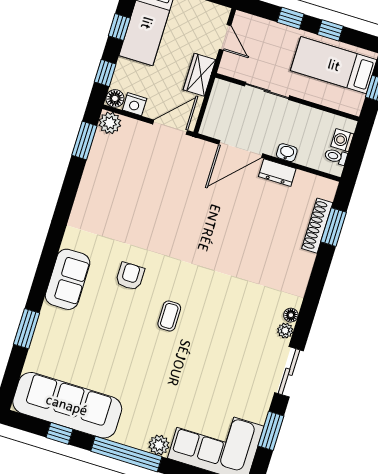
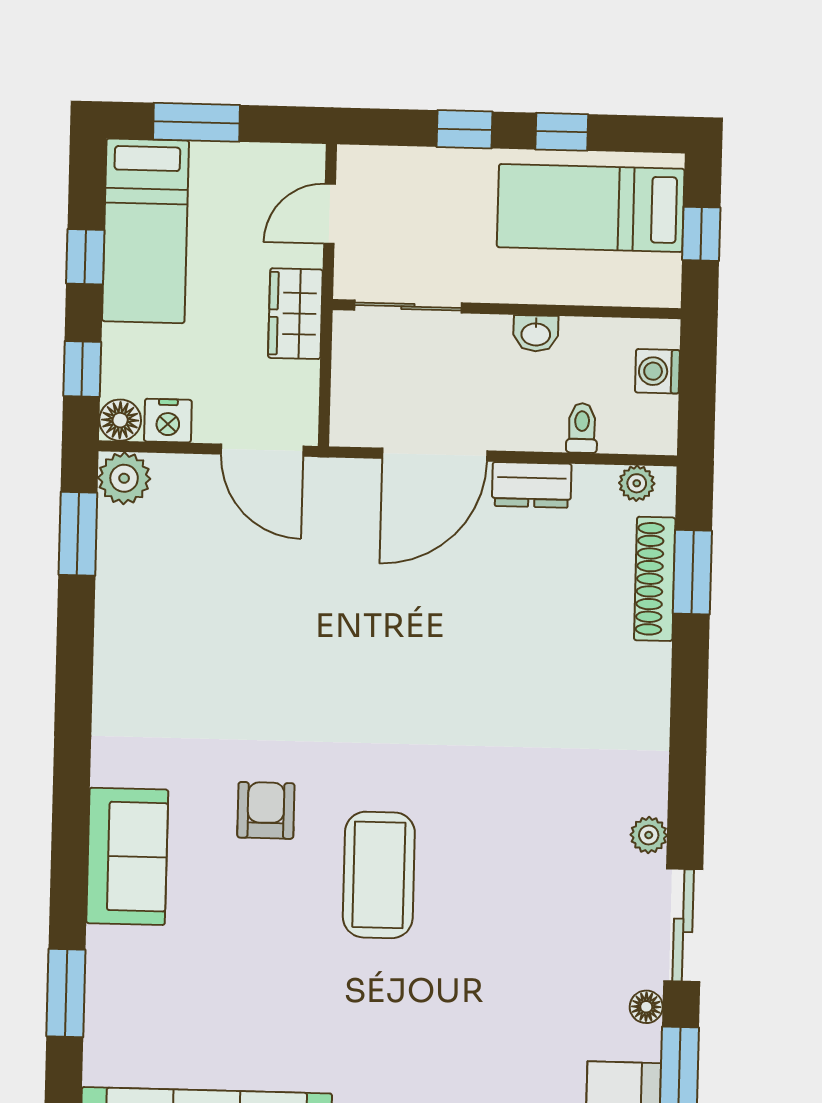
door: (225, 37) -> (330, 214), swing flipped
sliding door: (267, 91) -> (408, 307), moved
door: (170, 127) -> (262, 450), swing flipped
washbasin: (287, 153) -> (536, 333), moved, turned 180
toilet: (336, 157) -> (582, 428), moved, turned 90
plant: (321, 184) -> (637, 483), added
floor lamp: (291, 315) -> (646, 1007), moved
coffee table: (169, 316) -> (379, 875), width x1.86, depth x1.72

